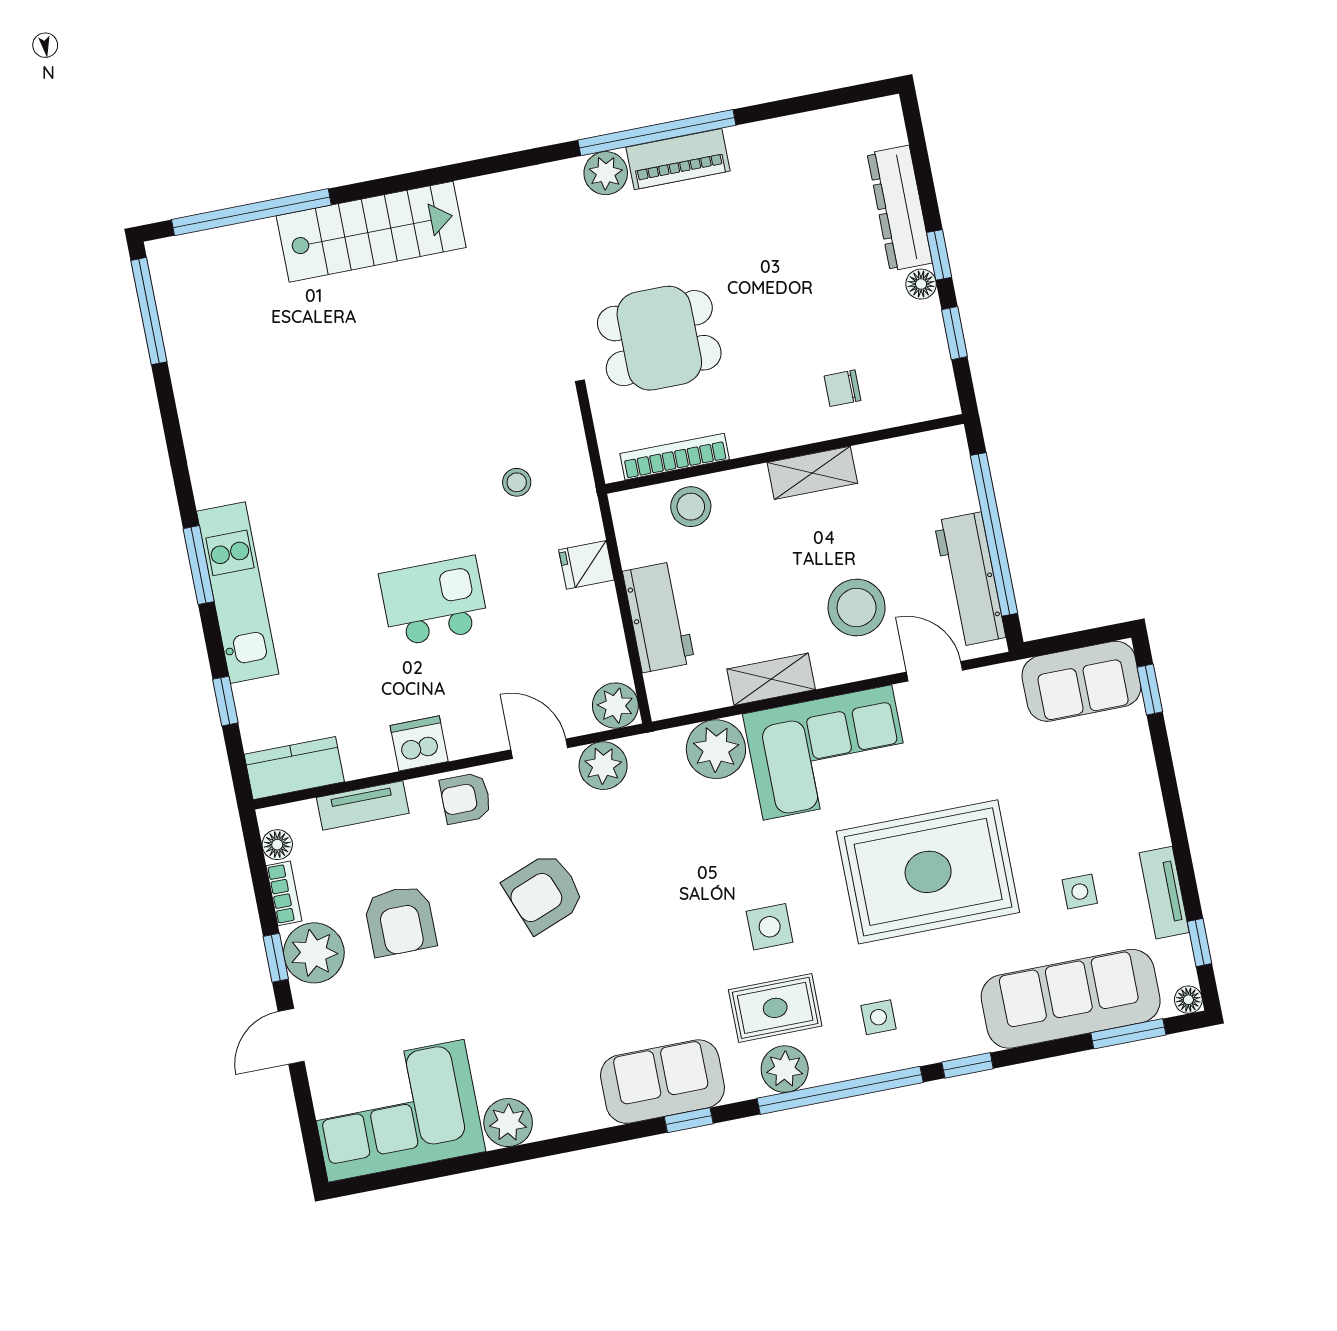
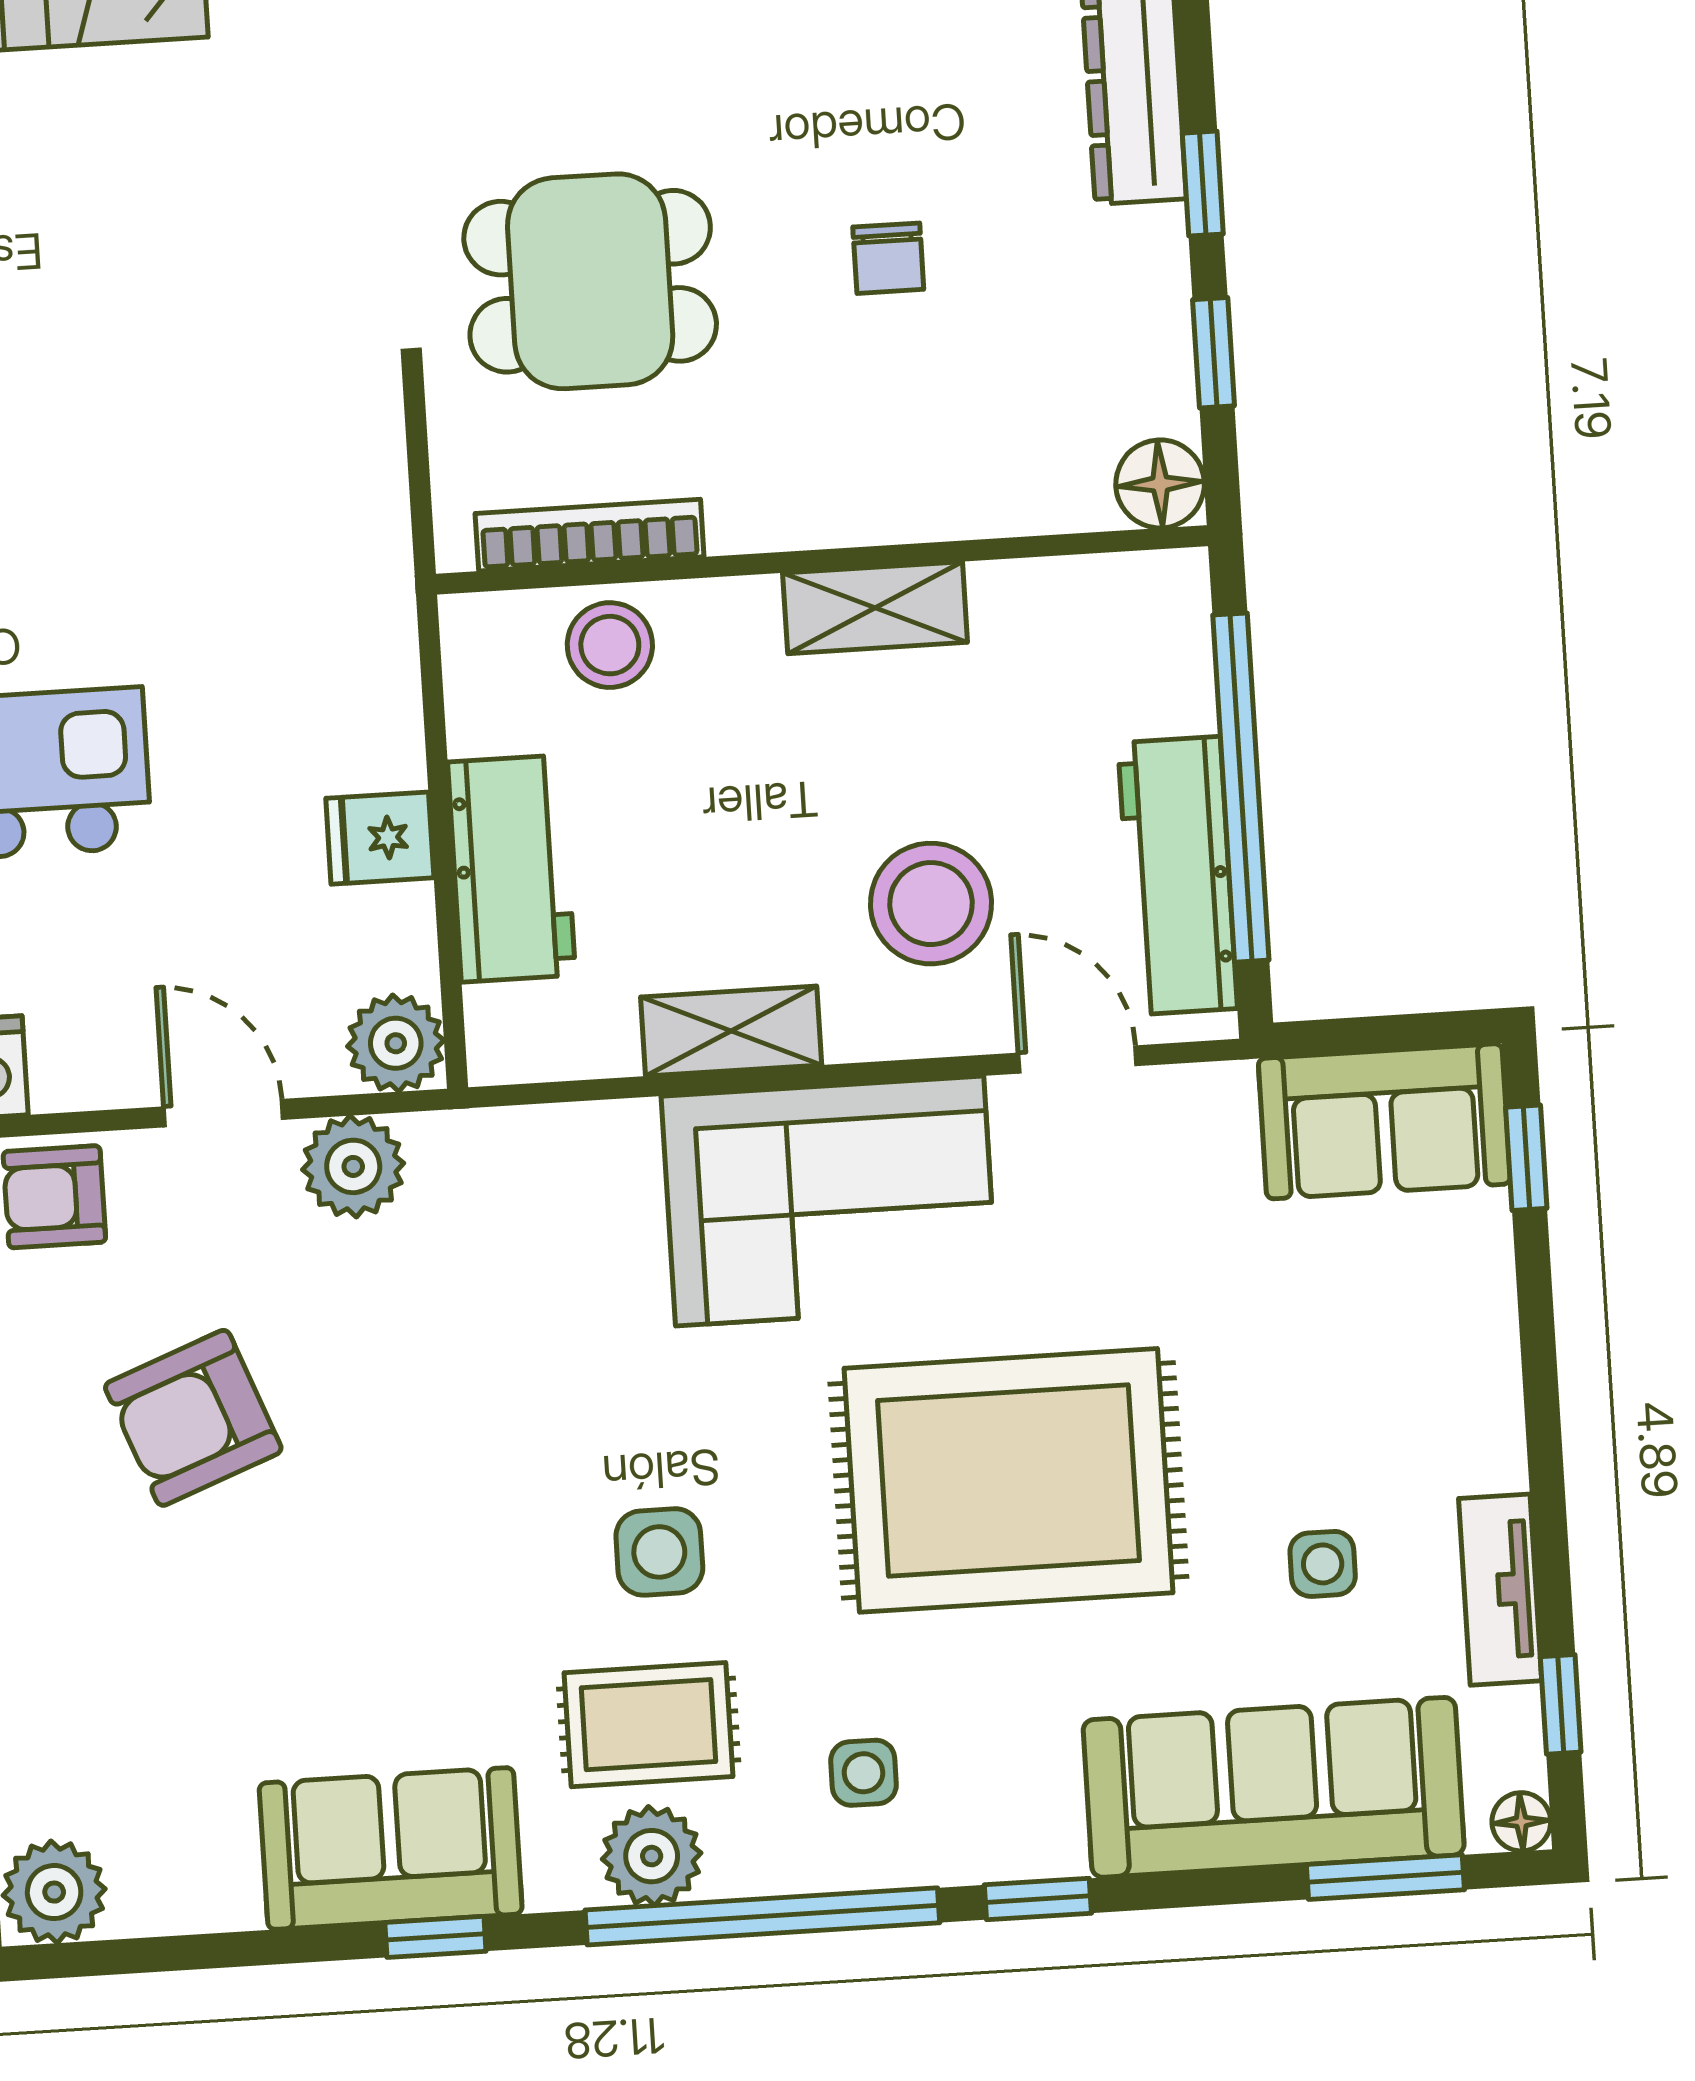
floor lamp: (921, 284) -> (1160, 484), moved, width x1.37, depth x1.37
chair: (842, 388) -> (888, 258), moved, turned -90
stool: (517, 482) -> (250, 546), removed
fridge: (586, 565) -> (380, 838), moved
plant: (716, 749) -> (596, 1163), removed

